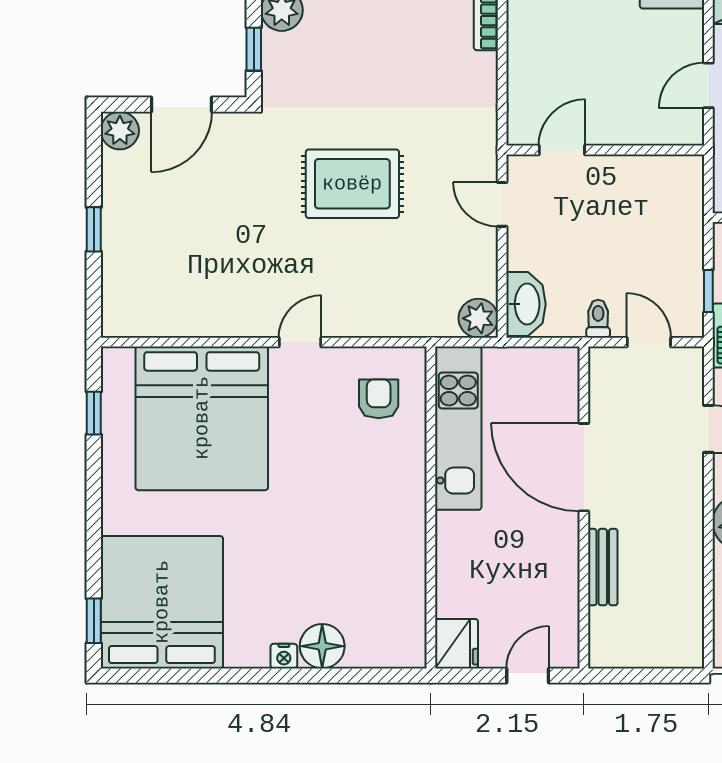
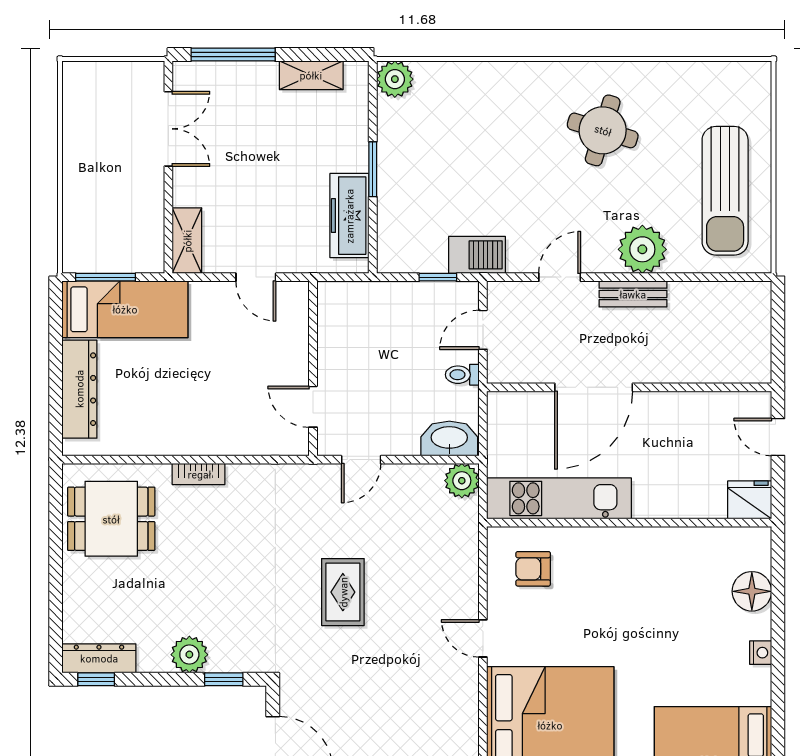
rug: (352, 184) -> (343, 592), width x0.73, depth x0.70
bench: (603, 567) -> (633, 294), moved
floor lamp: (322, 646) -> (752, 591), moved

